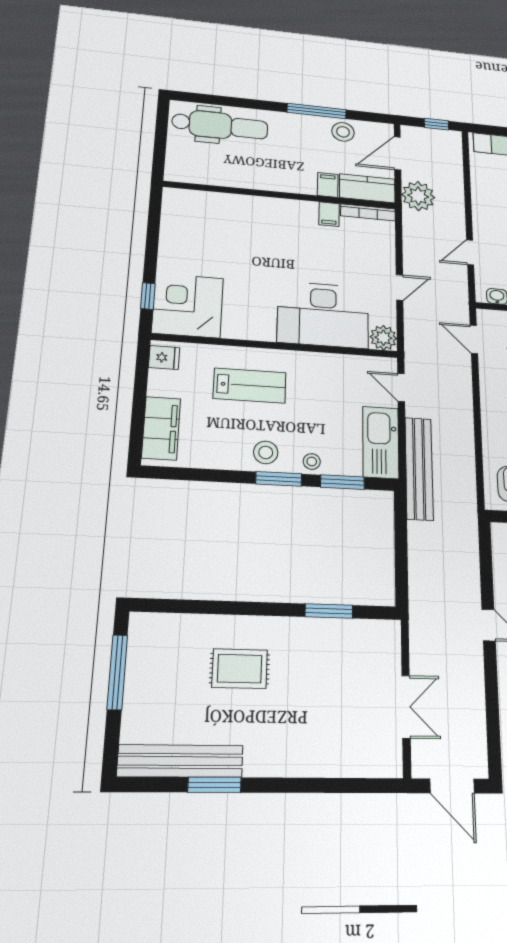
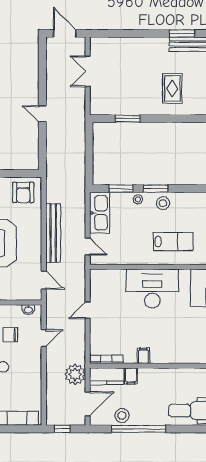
window: (317, 111) -> (139, 429), width x1.46
filing cabinet: (329, 214) -> (143, 356), moved
desk: (323, 315) -> (152, 288), moved
plant: (383, 338) -> (98, 277), removed
lab bench: (250, 386) -> (173, 242), turned 180
bench: (419, 468) -> (53, 233), moved
rug: (240, 669) -> (172, 88), turned 90

